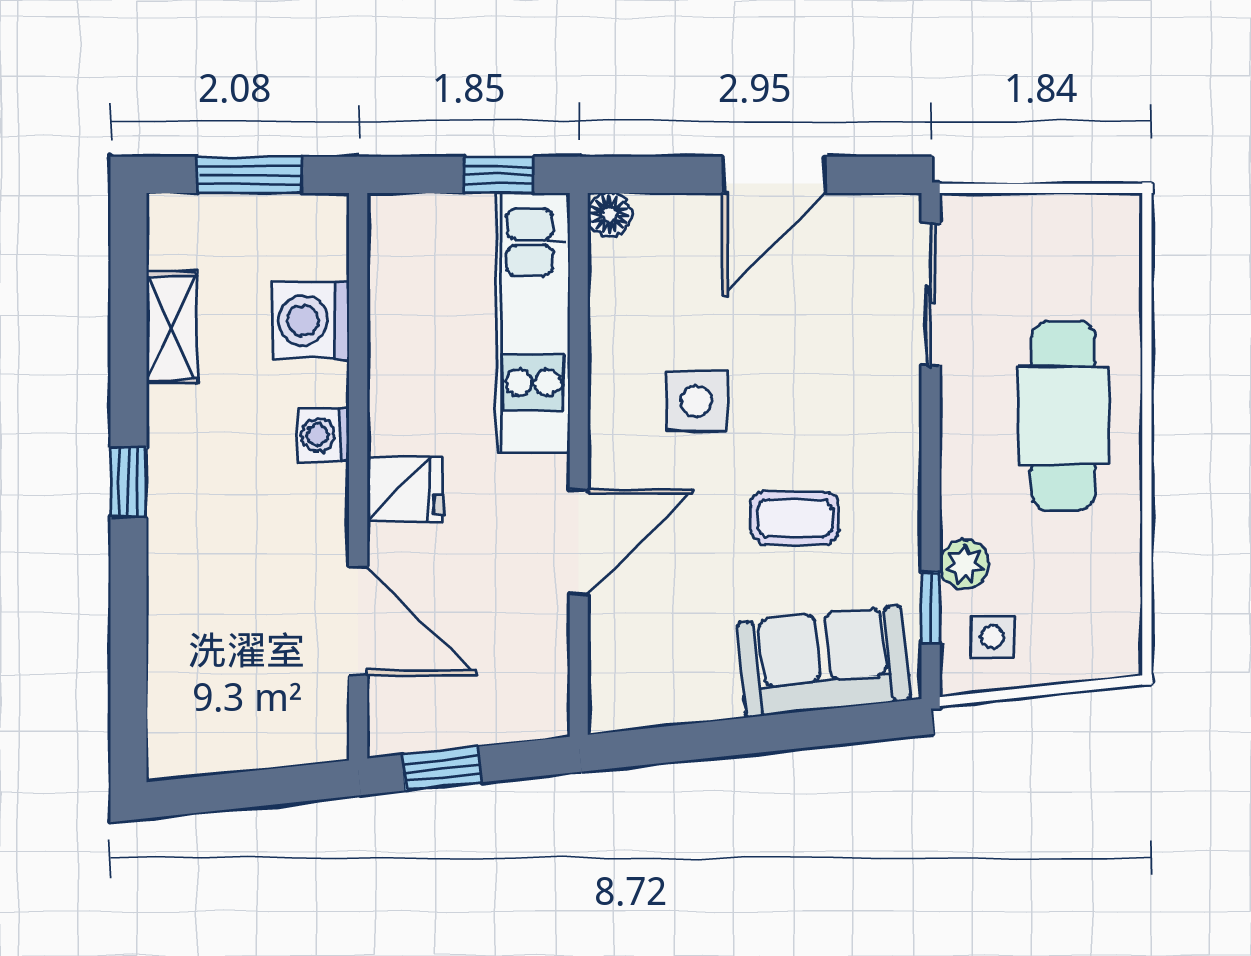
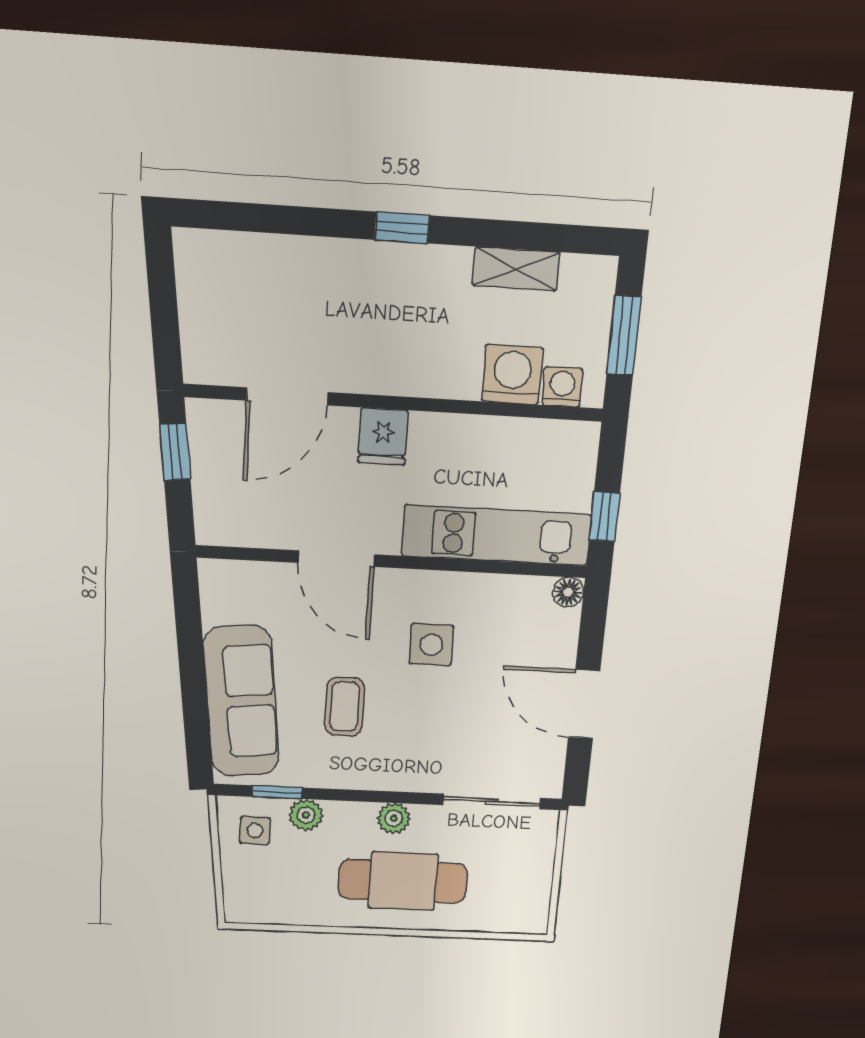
washing machine: (323, 435) -> (562, 387), moved
plant: (964, 436) -> (394, 818), added
sofa: (824, 661) -> (241, 701), width x1.36

